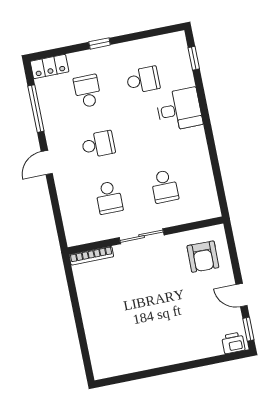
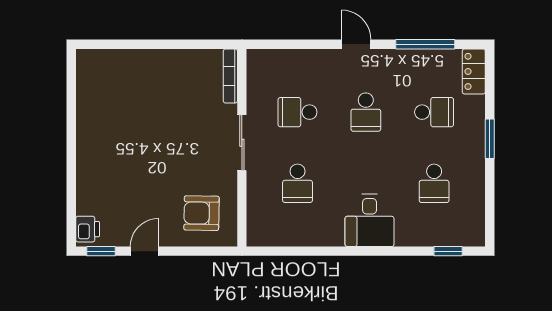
window: (100, 43) -> (490, 139), width x1.50
desk: (179, 109) -> (370, 220), moved
school desk: (165, 186) -> (298, 183), turned -90

